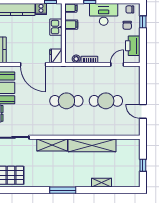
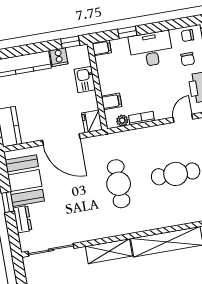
filing cabinet: (71, 25) -> (111, 101), moved
cafe table: (66, 101) -> (119, 184), turned 90

